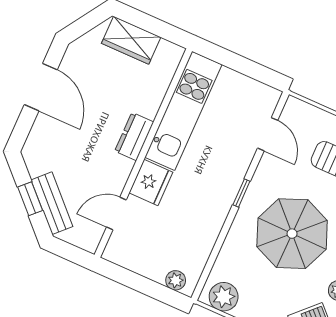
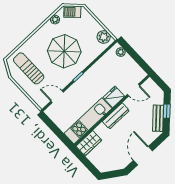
wardrobe: (131, 40) -> (89, 143), moved, turned 90
door: (268, 134) -> (57, 97), hinge flipped
dresser: (134, 137) -> (116, 116), width x1.44
bench: (52, 203) -> (158, 118), moved

